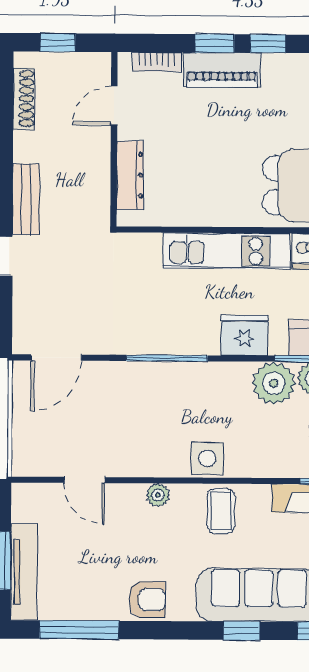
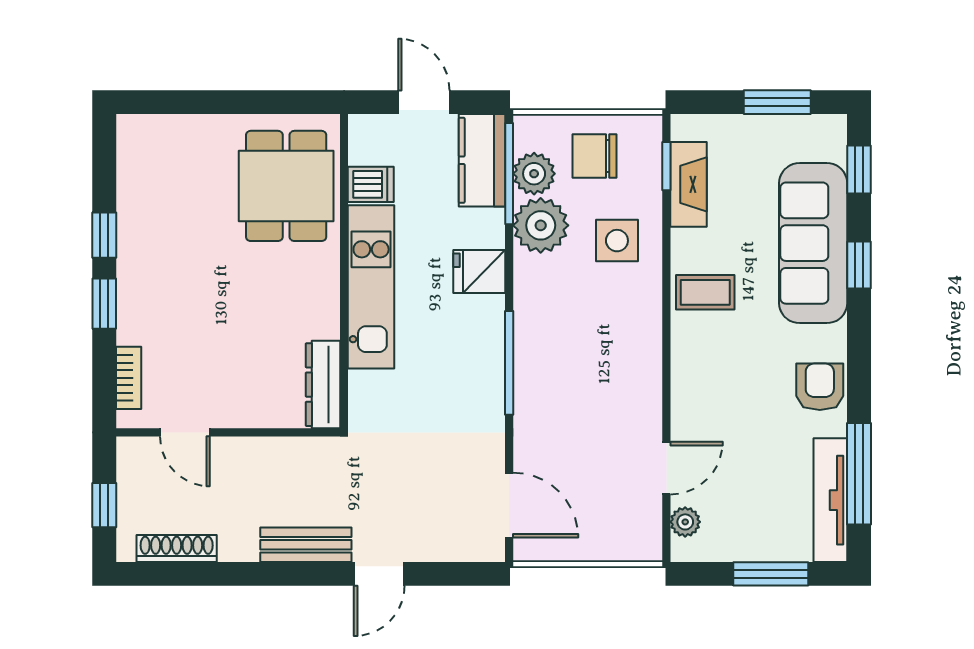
piano: (222, 70) -> (138, 294), removed
dresser: (130, 175) -> (323, 385), moved, turned -90
fridge: (245, 335) -> (479, 272), width x0.72
side table: (207, 459) -> (617, 241), moved
plant: (158, 495) -> (685, 522), moved
tv unit: (24, 572) -> (830, 500), moved, turned -90

